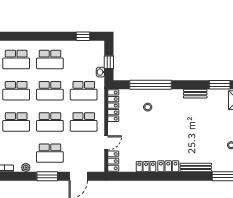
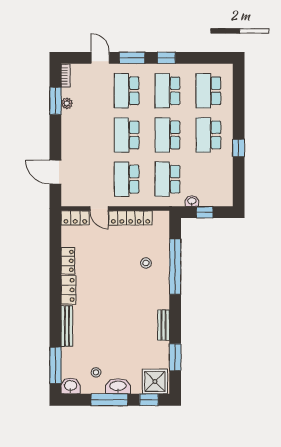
window: (83, 36) -> (239, 148), moved
locker: (113, 106) -> (131, 218), moved
school desk: (50, 153) -> (86, 135), removed
window: (47, 176) -> (55, 101), moved

